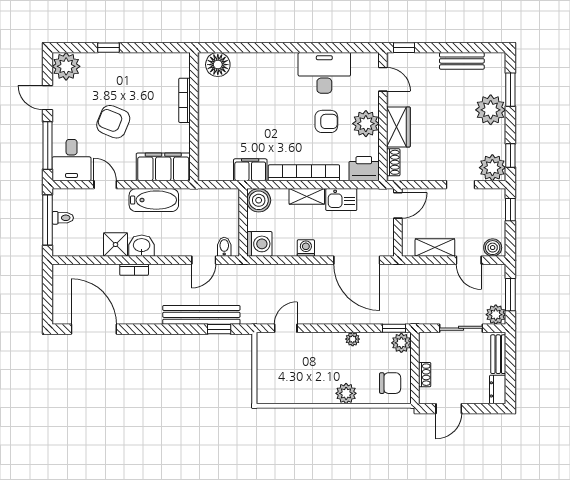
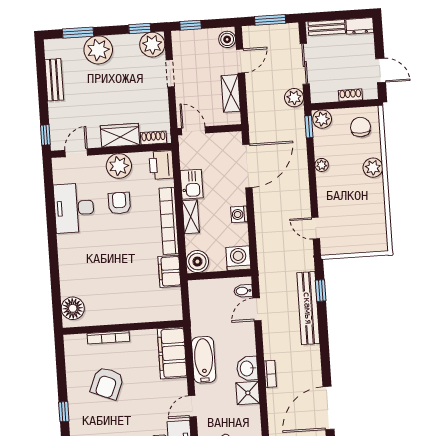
armchair: (113, 122) -> (107, 383), moved
door: (204, 260) -> (257, 309), swing flipped
plant: (496, 315) -> (294, 98), moved

